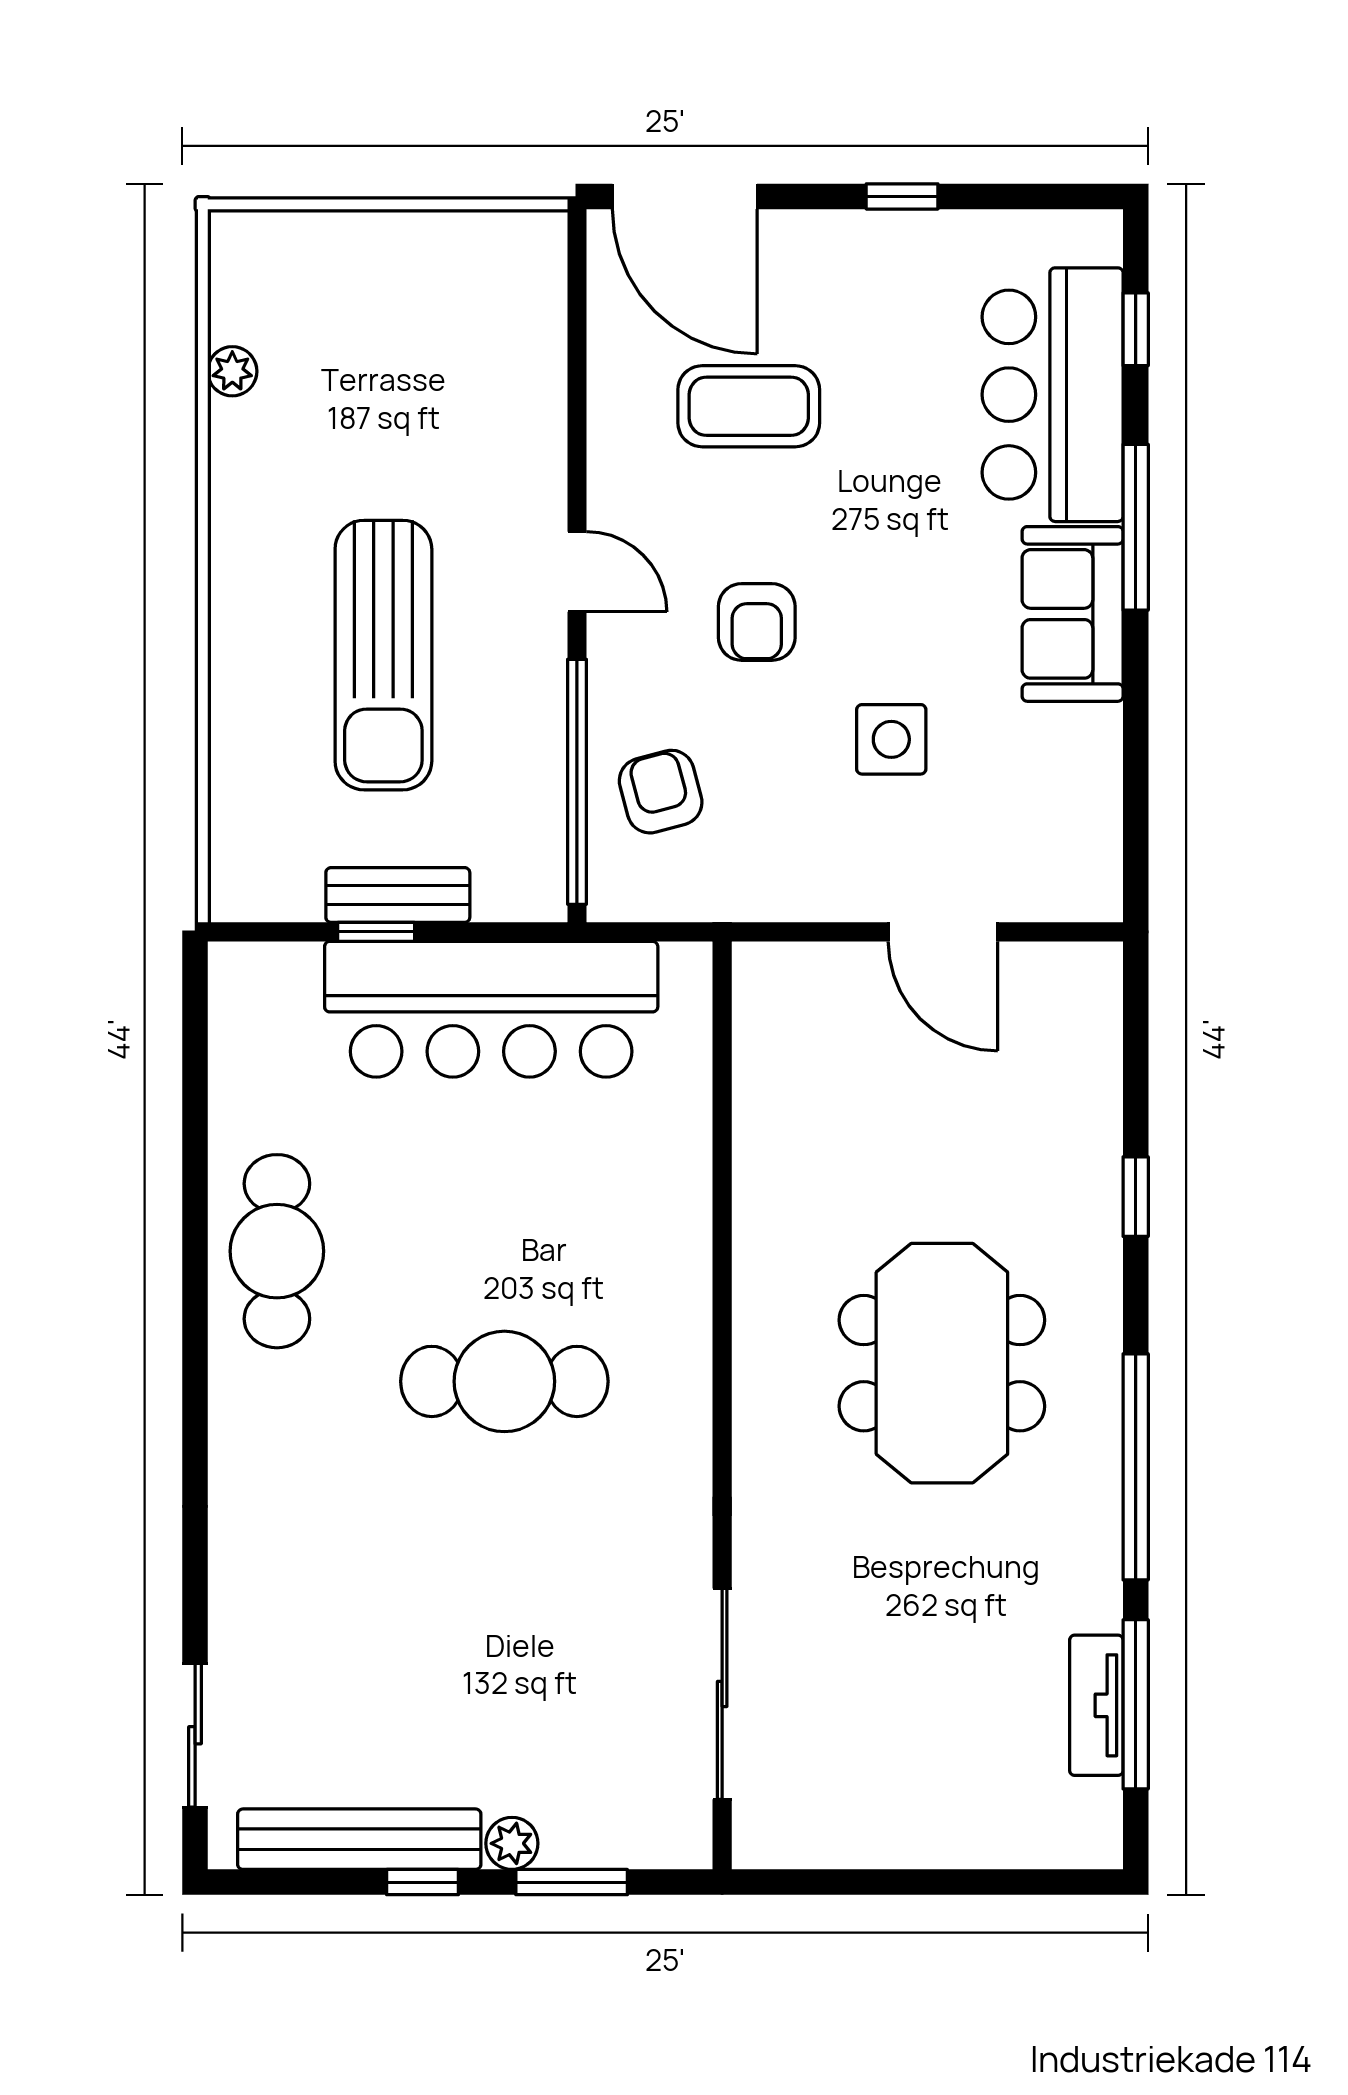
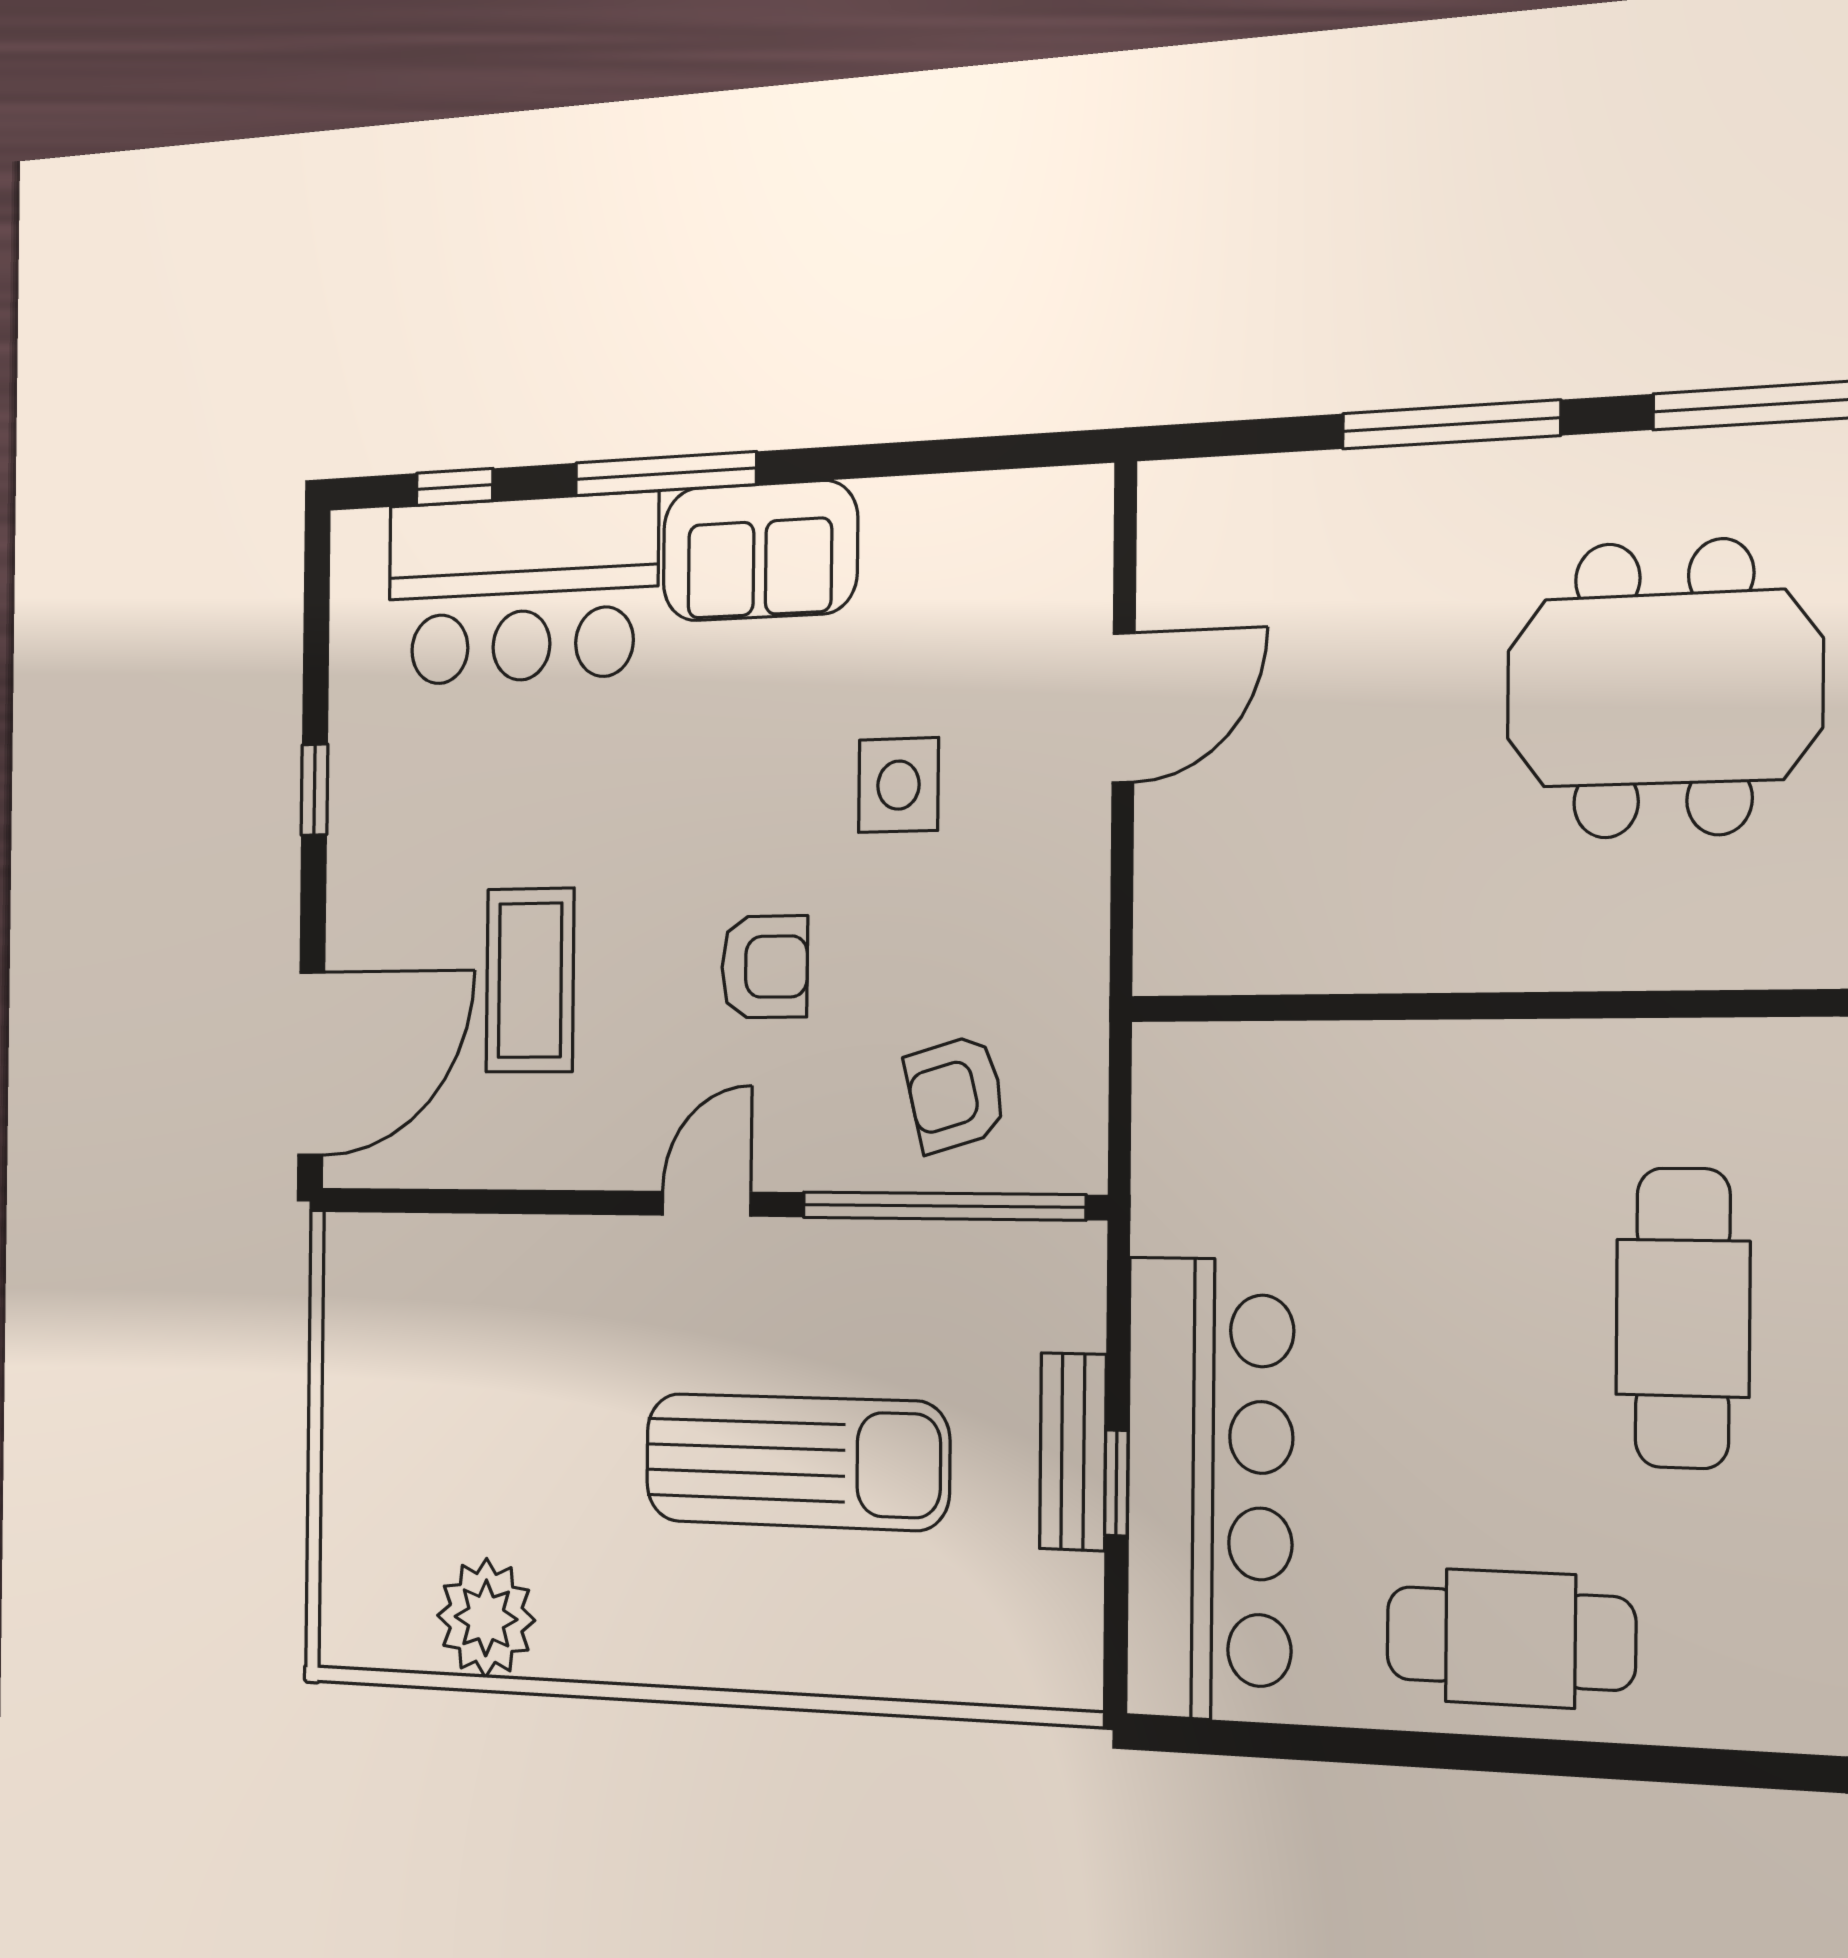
plant: (232, 371) -> (486, 1618), width x1.87, depth x1.87
bar counter: (491, 1009) -> (1209, 1489), moved
window: (1136, 1197) -> (1451, 425), width x2.17

